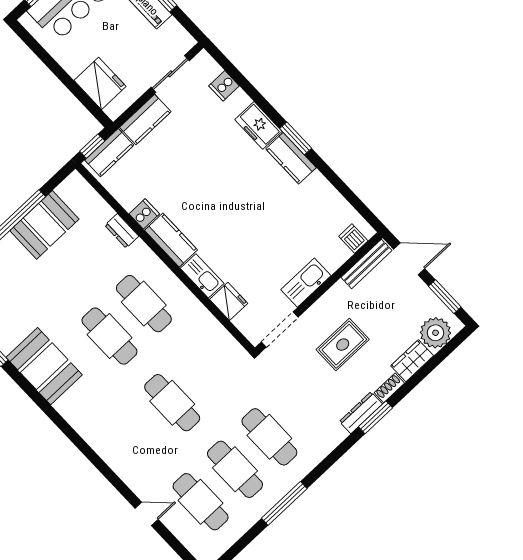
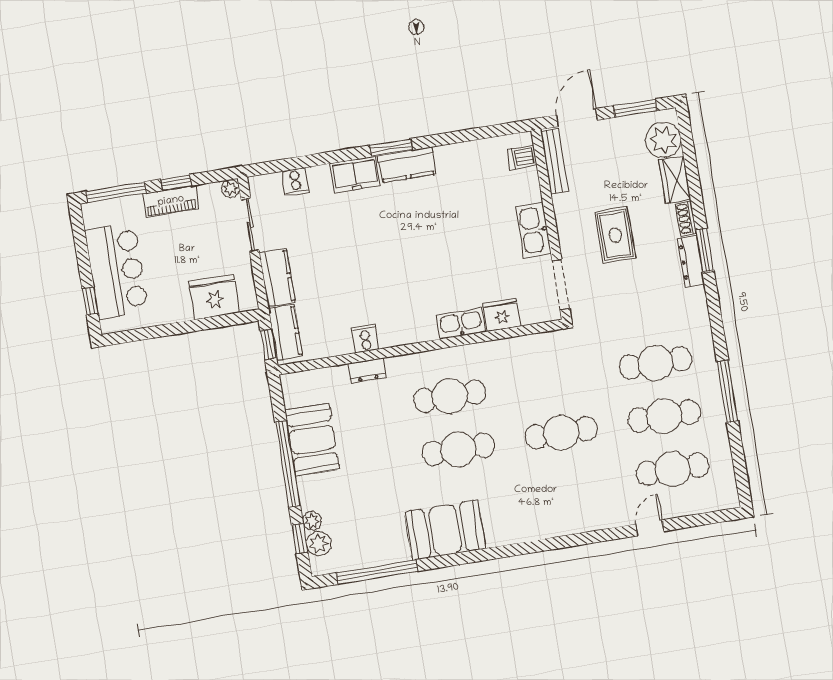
plant: (187, 42) -> (231, 188), added
kitchen counter: (171, 240) -> (407, 330), removed

